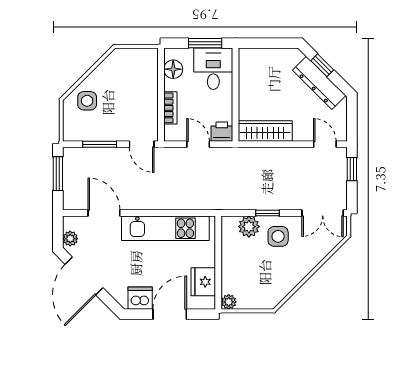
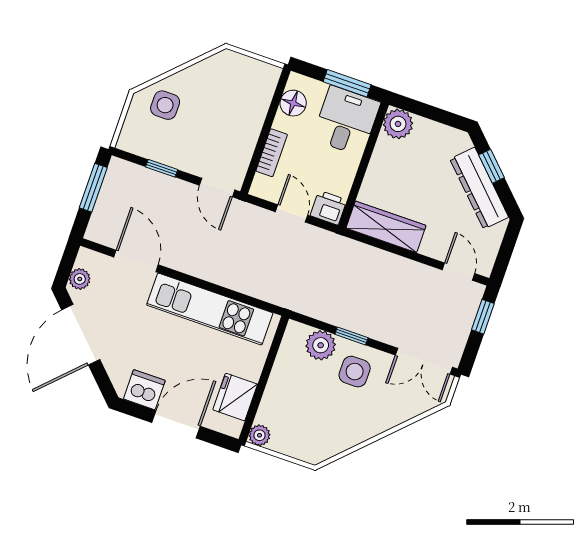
plant: (249, 59) -> (398, 124), added
window: (100, 144) -> (162, 168), width x0.67

